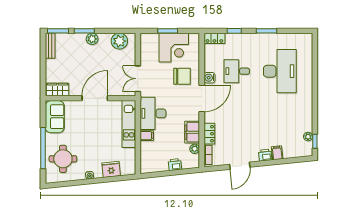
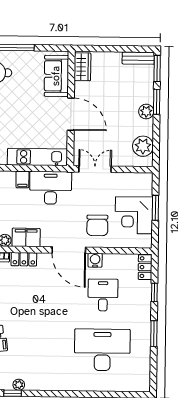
desk: (280, 71) -> (102, 350), turned 180
sofa: (55, 117) -> (56, 76), moved, turned 90

